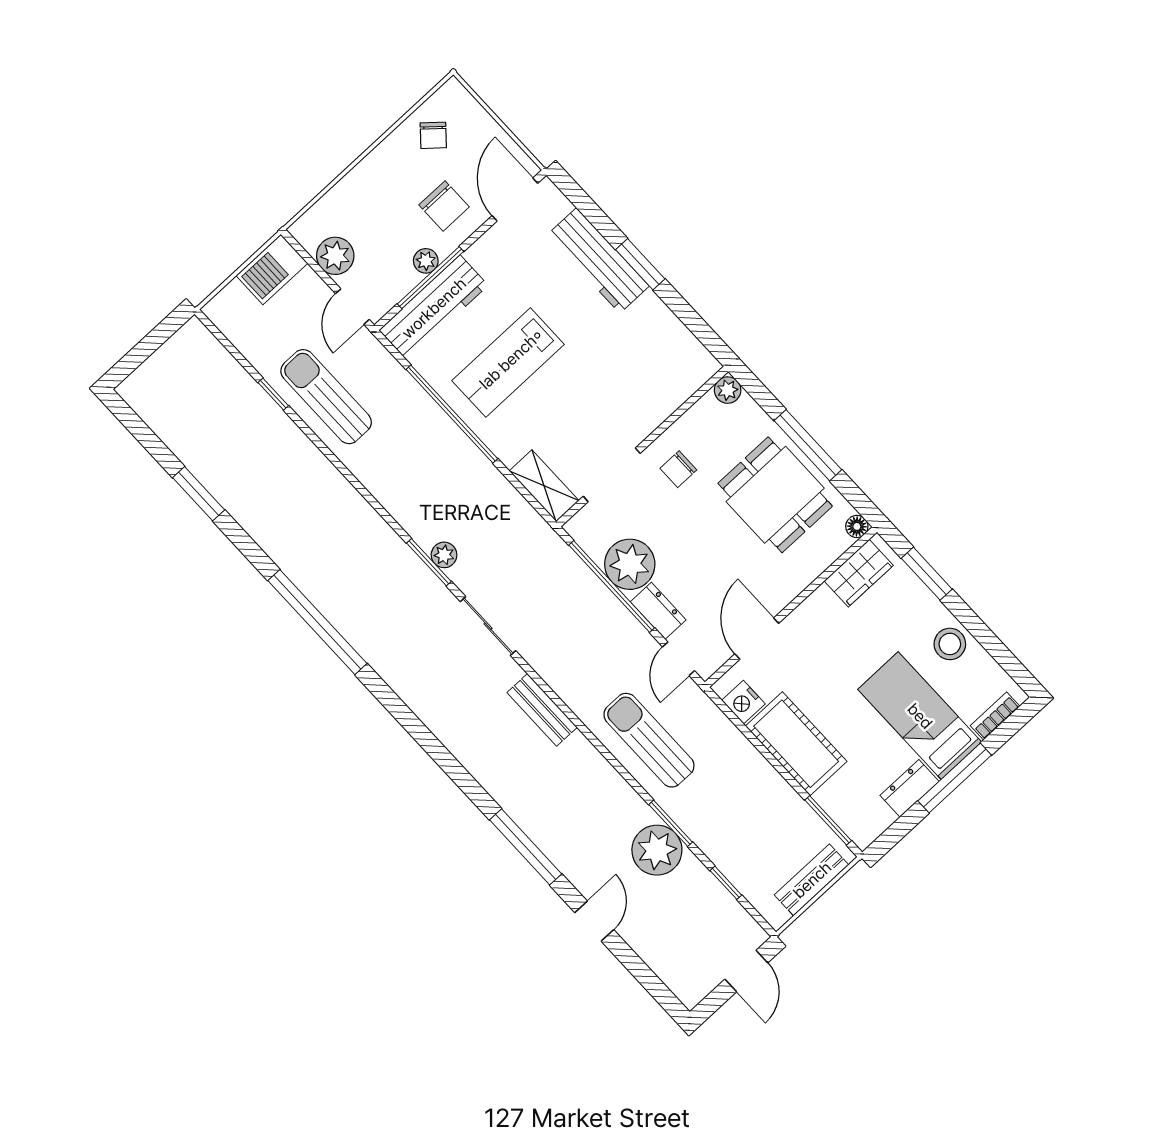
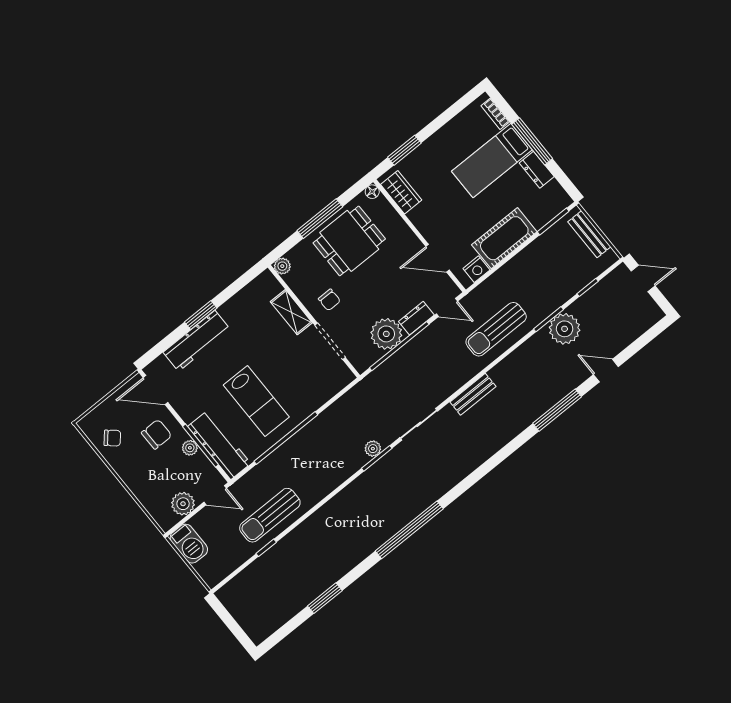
shelving: (544, 486) -> (291, 312), moved, turned 90
stool: (950, 644) -> (449, 139), removed

